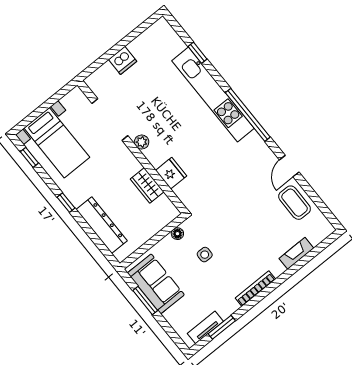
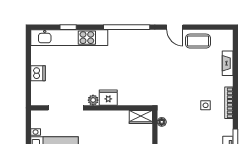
kitchen unit: (213, 94) -> (69, 38), moved
fridge: (171, 173) -> (108, 98), moved
wardrobe: (147, 185) -> (141, 117), moved
side table: (205, 255) -> (206, 105), moved

